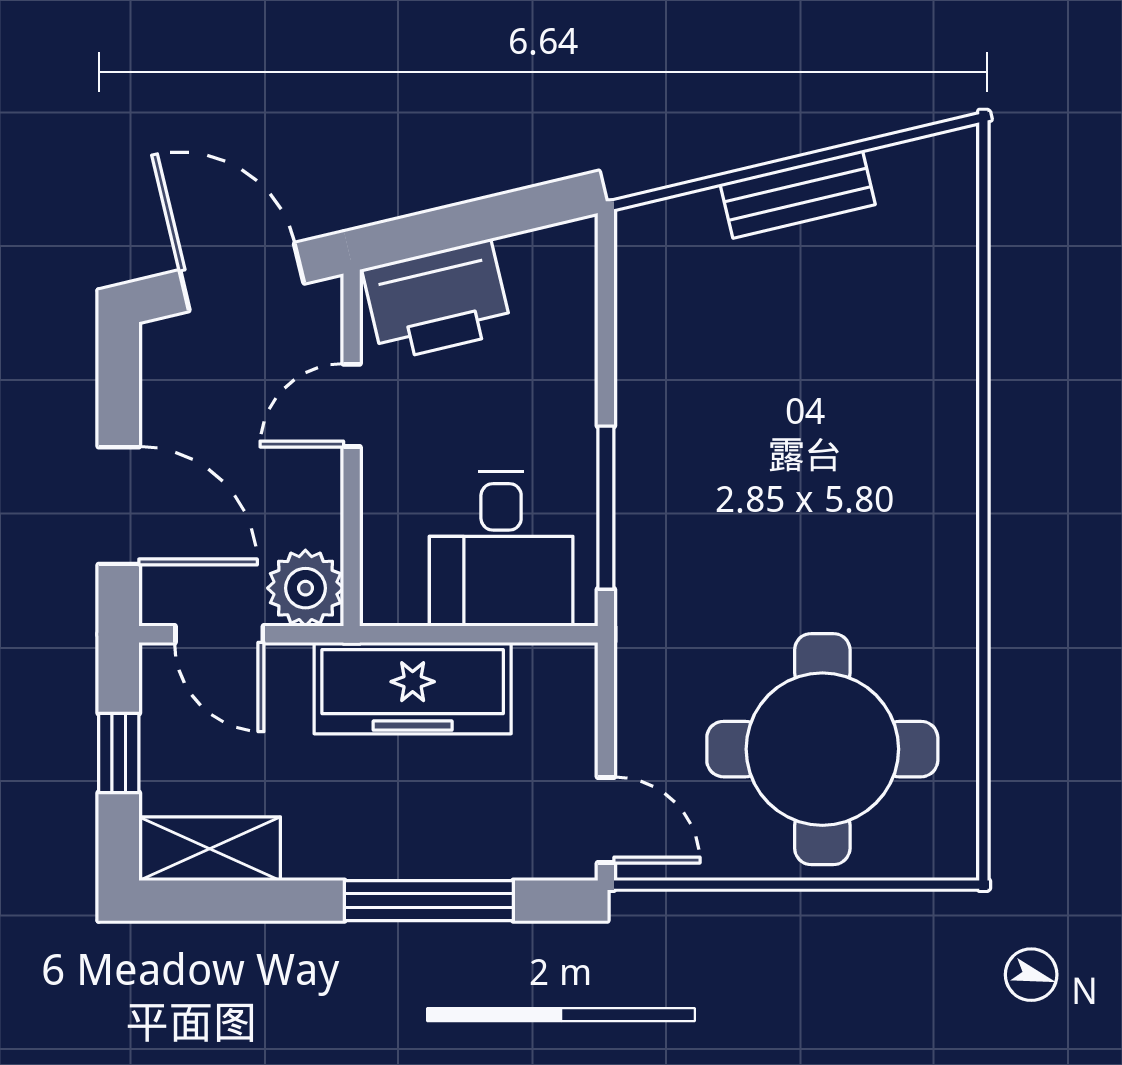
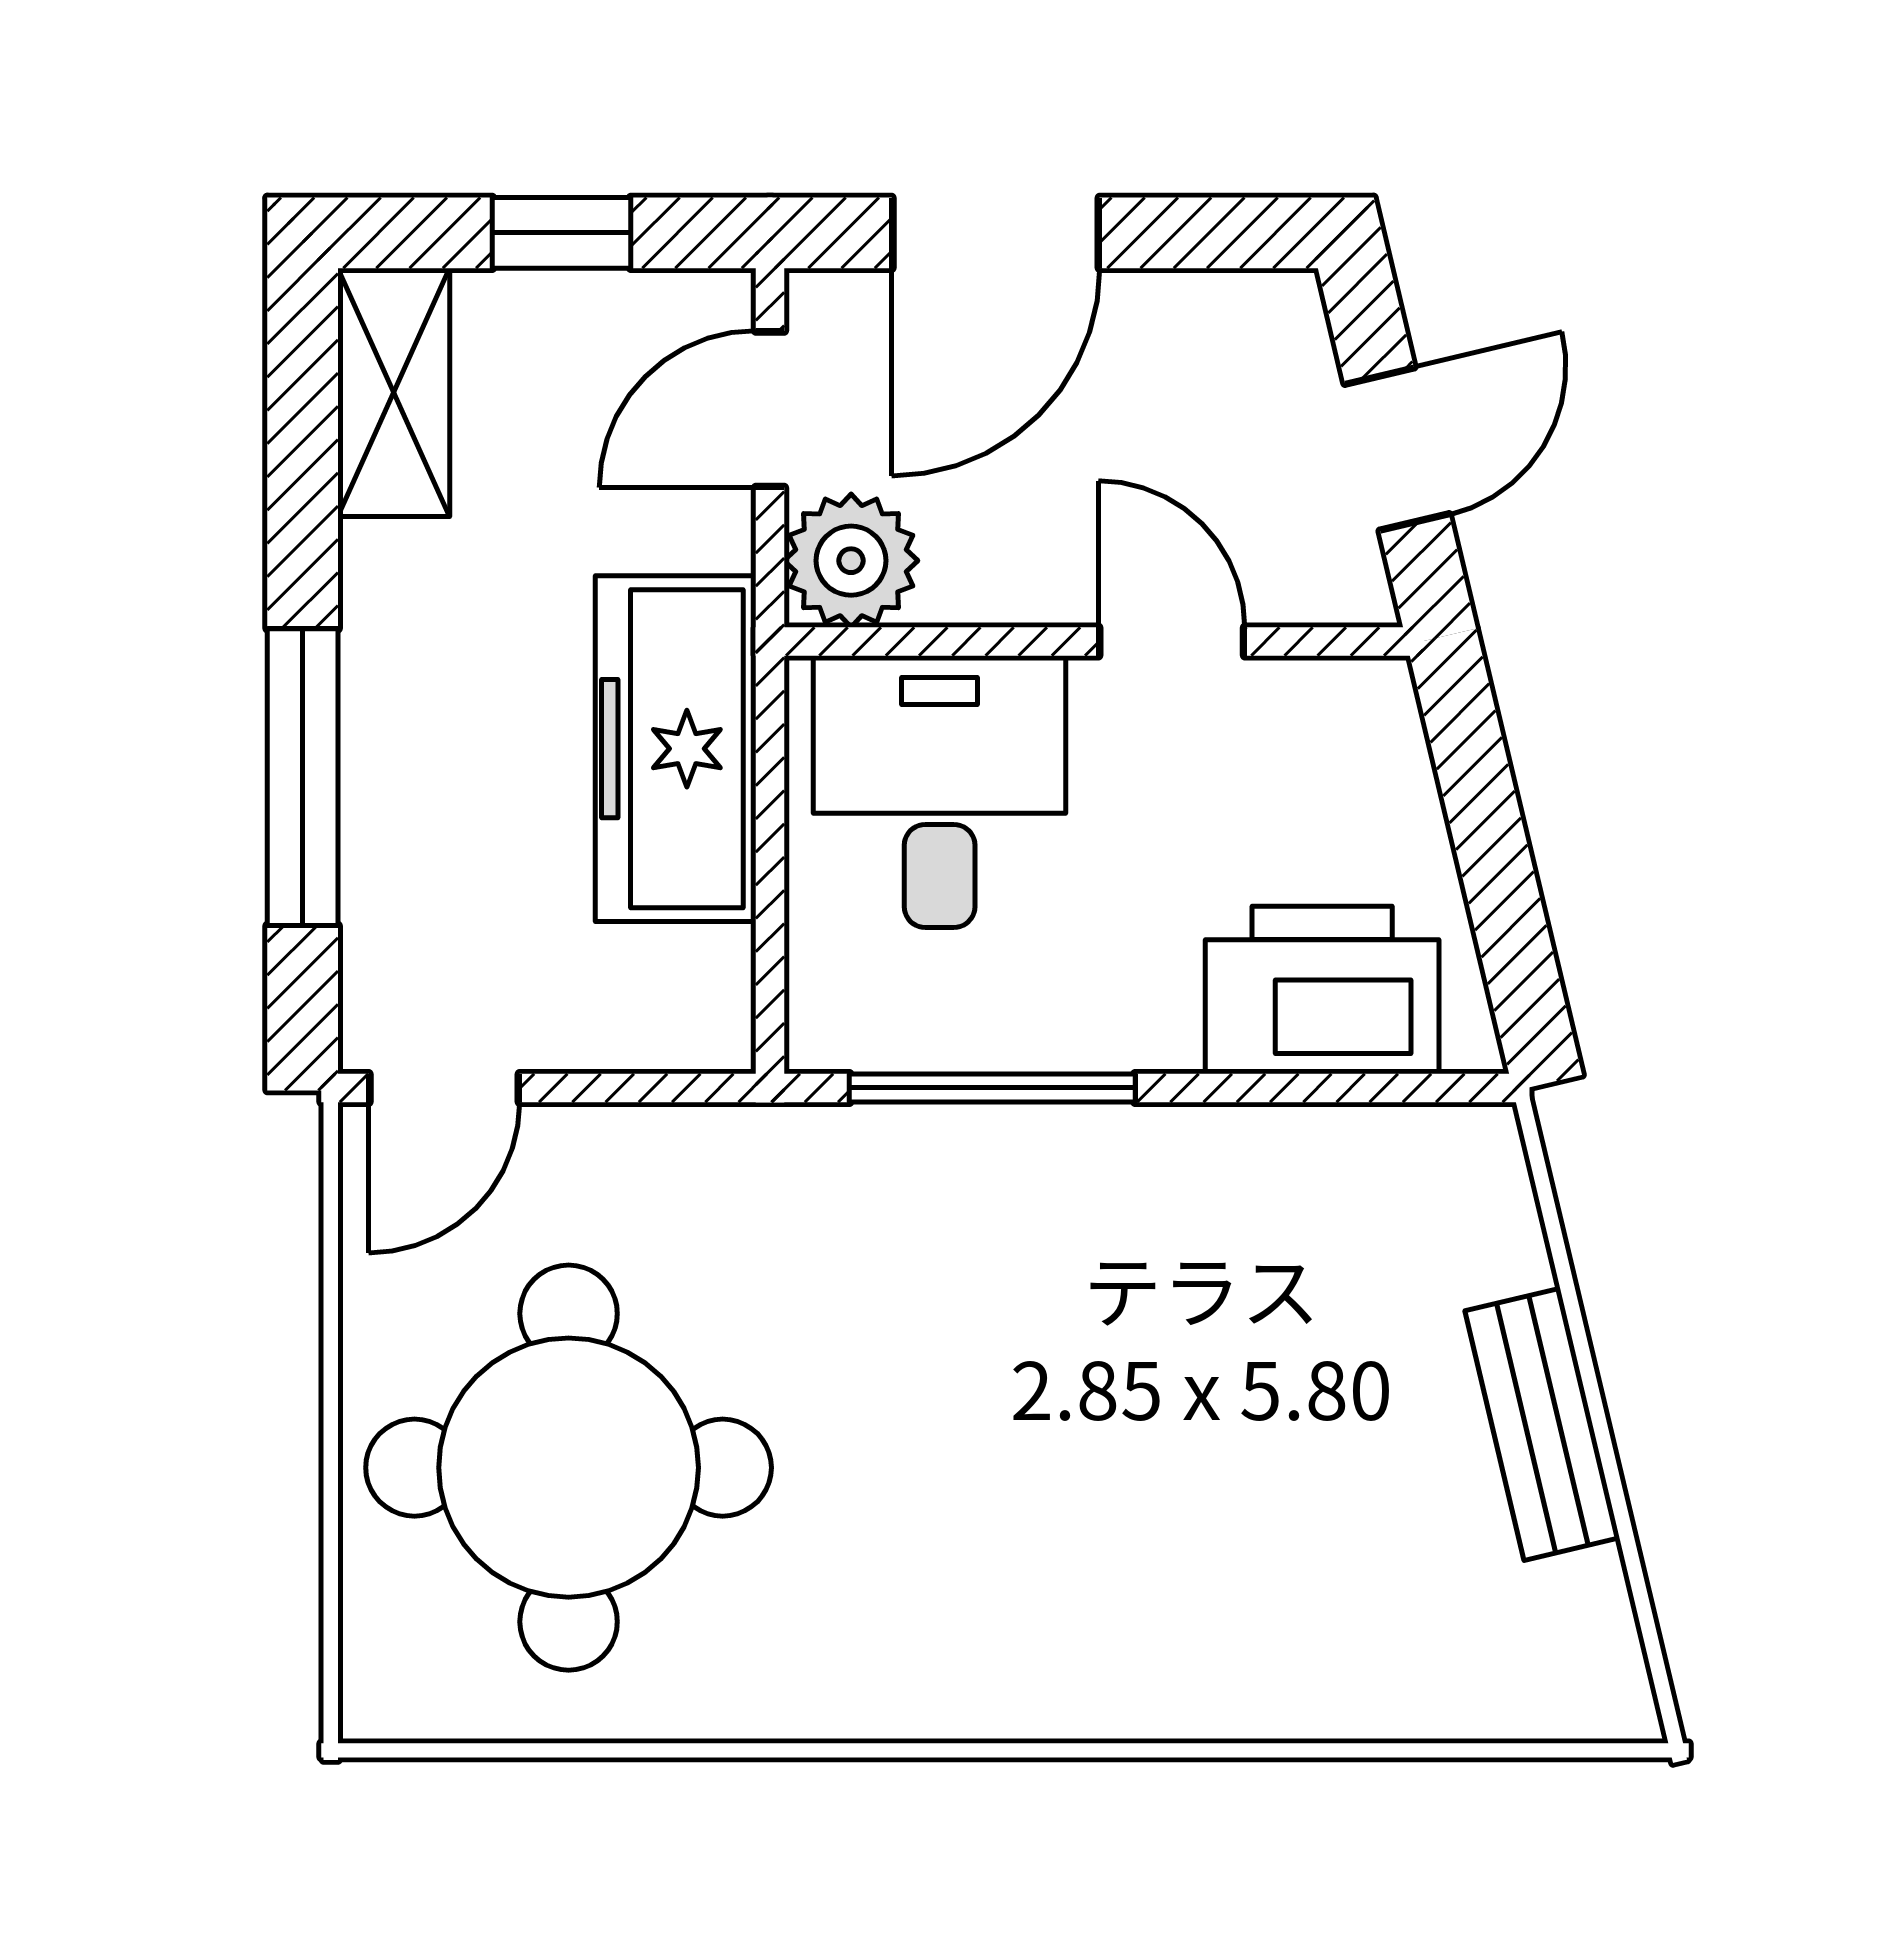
door: (242, 277) -> (1397, 449), width x0.73
printer: (437, 300) -> (1322, 990), moved, turned 103
desk: (501, 549) -> (940, 792), moved, turned 90

